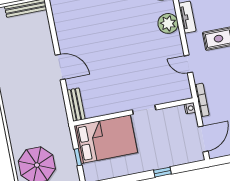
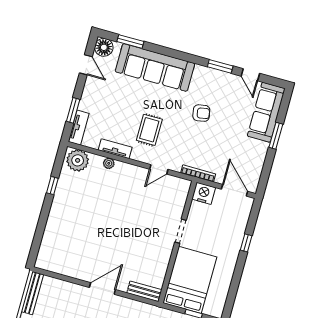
plant: (168, 23) -> (109, 163), width x0.53, depth x0.53
nightstand: (190, 108) -> (204, 193), width x1.89, depth x1.79

